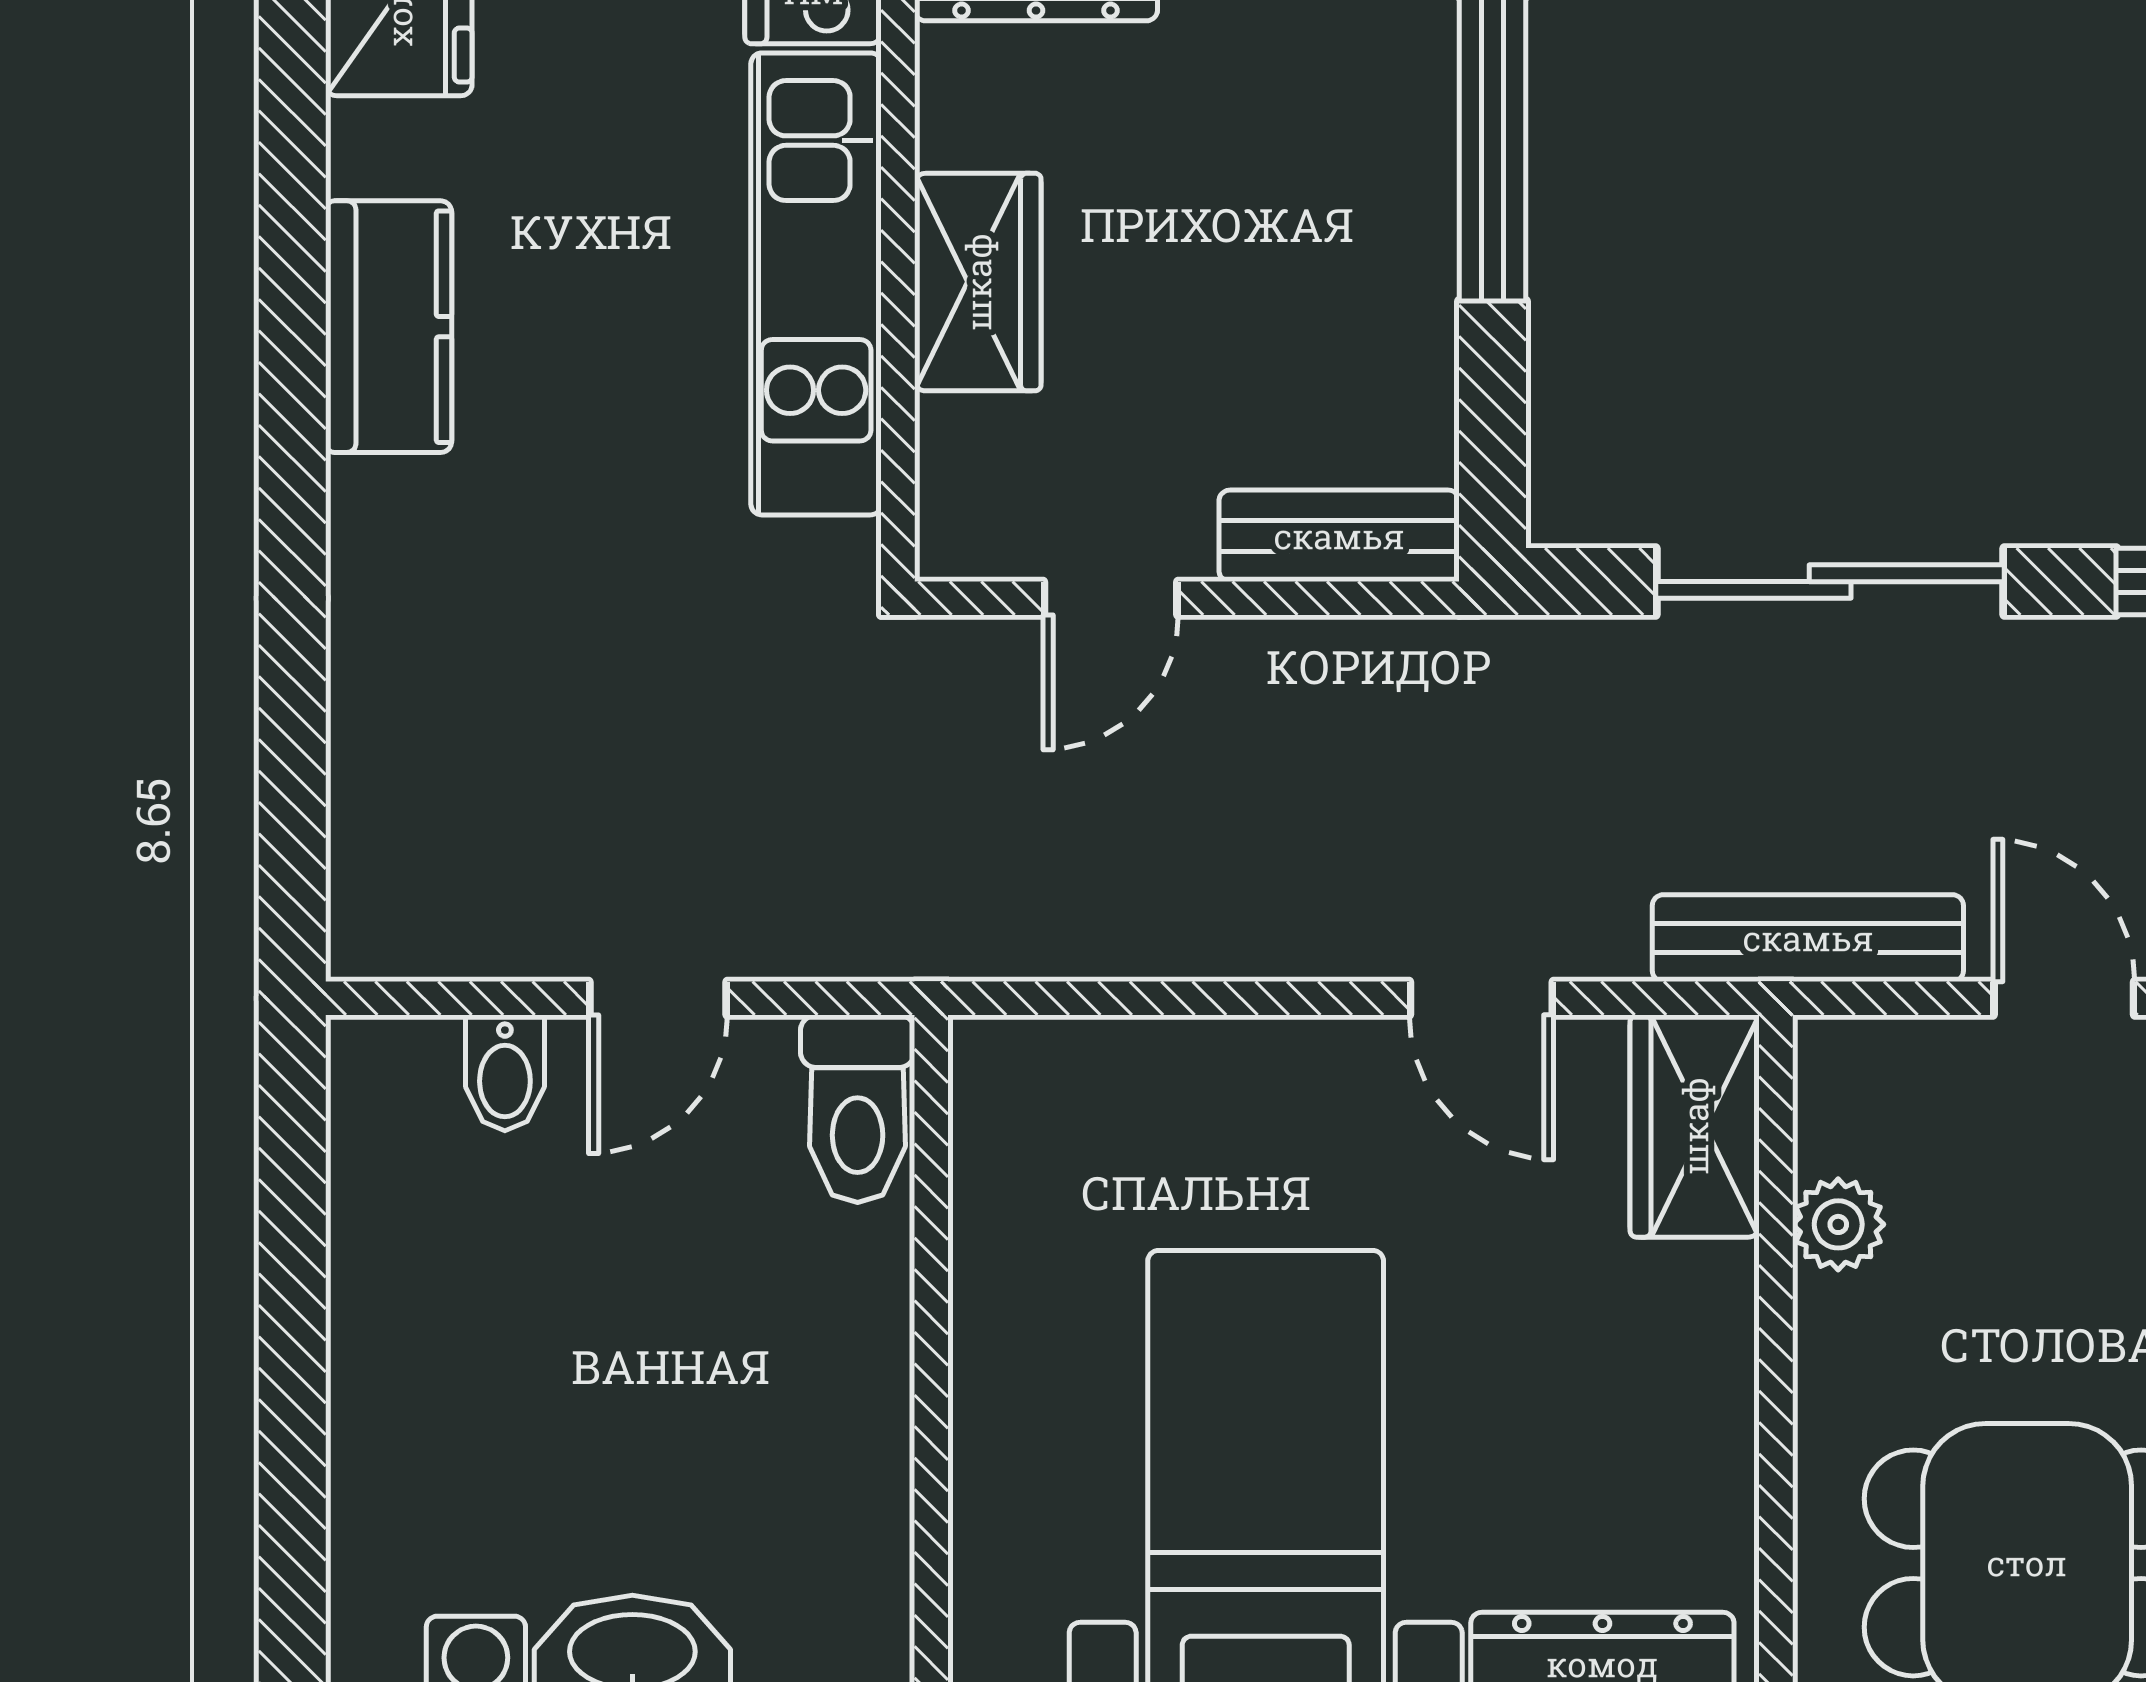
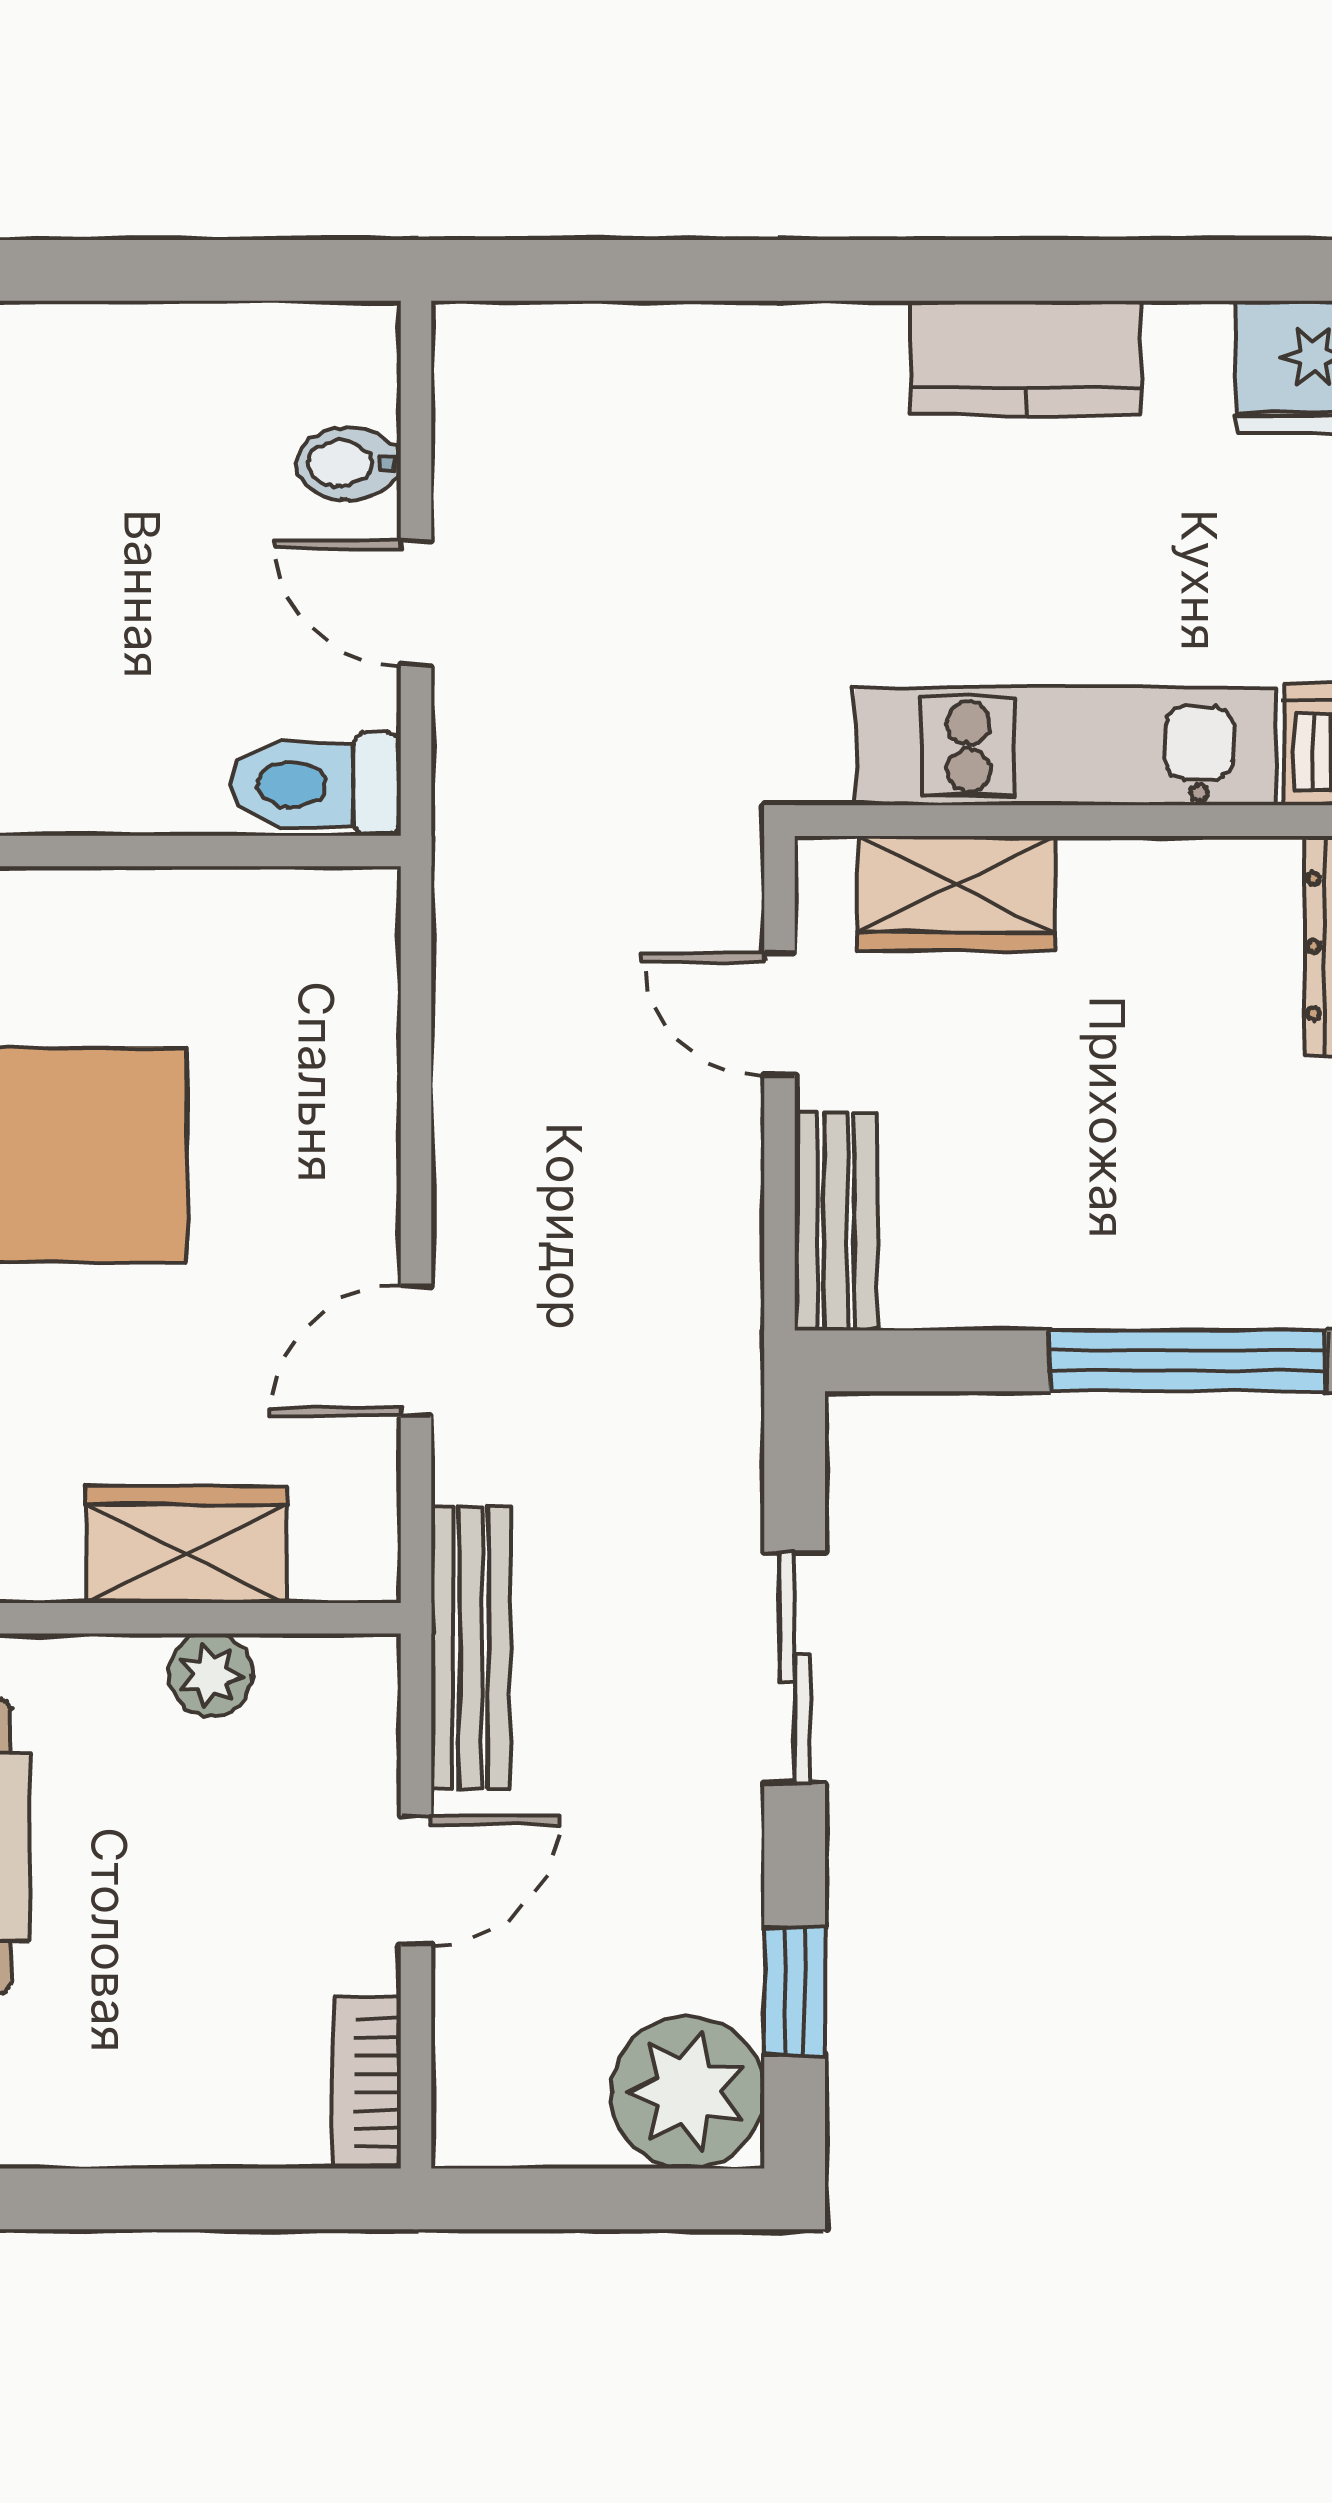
wardrobe: (978, 282) -> (956, 893), moved
sliding door: (1830, 582) -> (795, 1668), width x0.73
wardrobe: (1695, 1126) -> (186, 1545), moved

